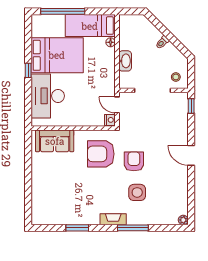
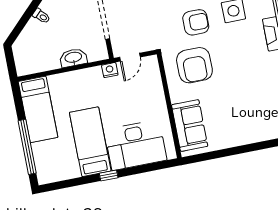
floor lamp: (111, 42) -> (54, 80), removed
bed: (57, 55) -> (90, 142), width x0.67
nightstand: (110, 120) -> (110, 70), moved
armchair: (134, 161) -> (196, 22), turned 180

